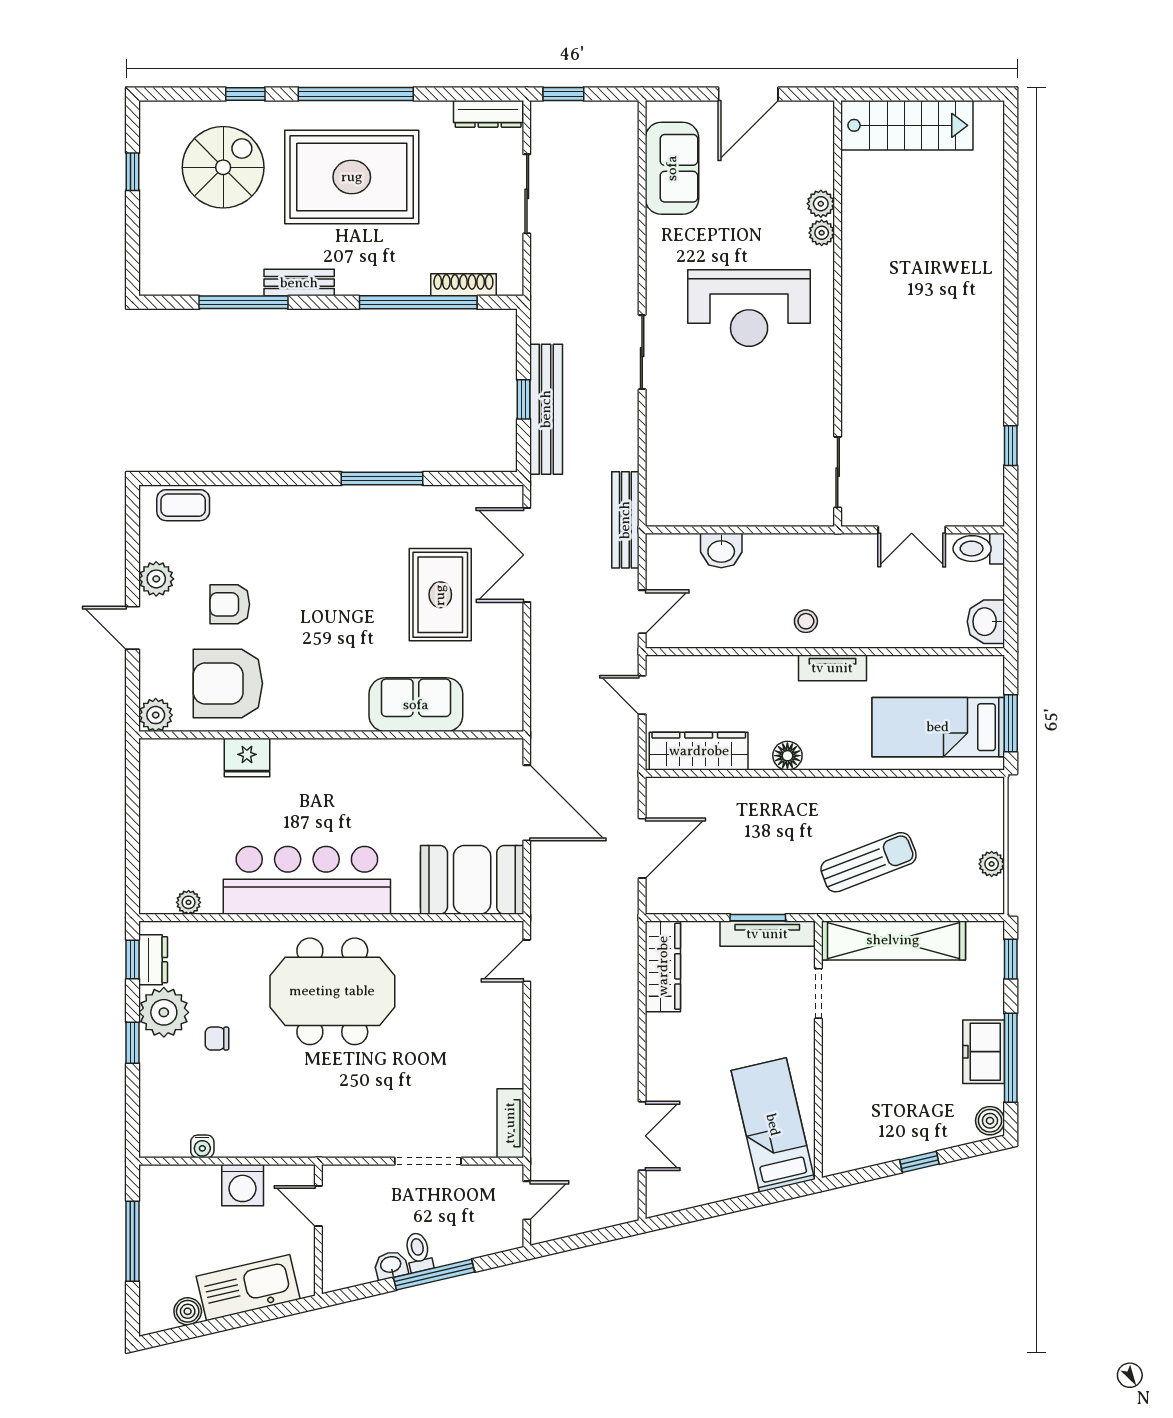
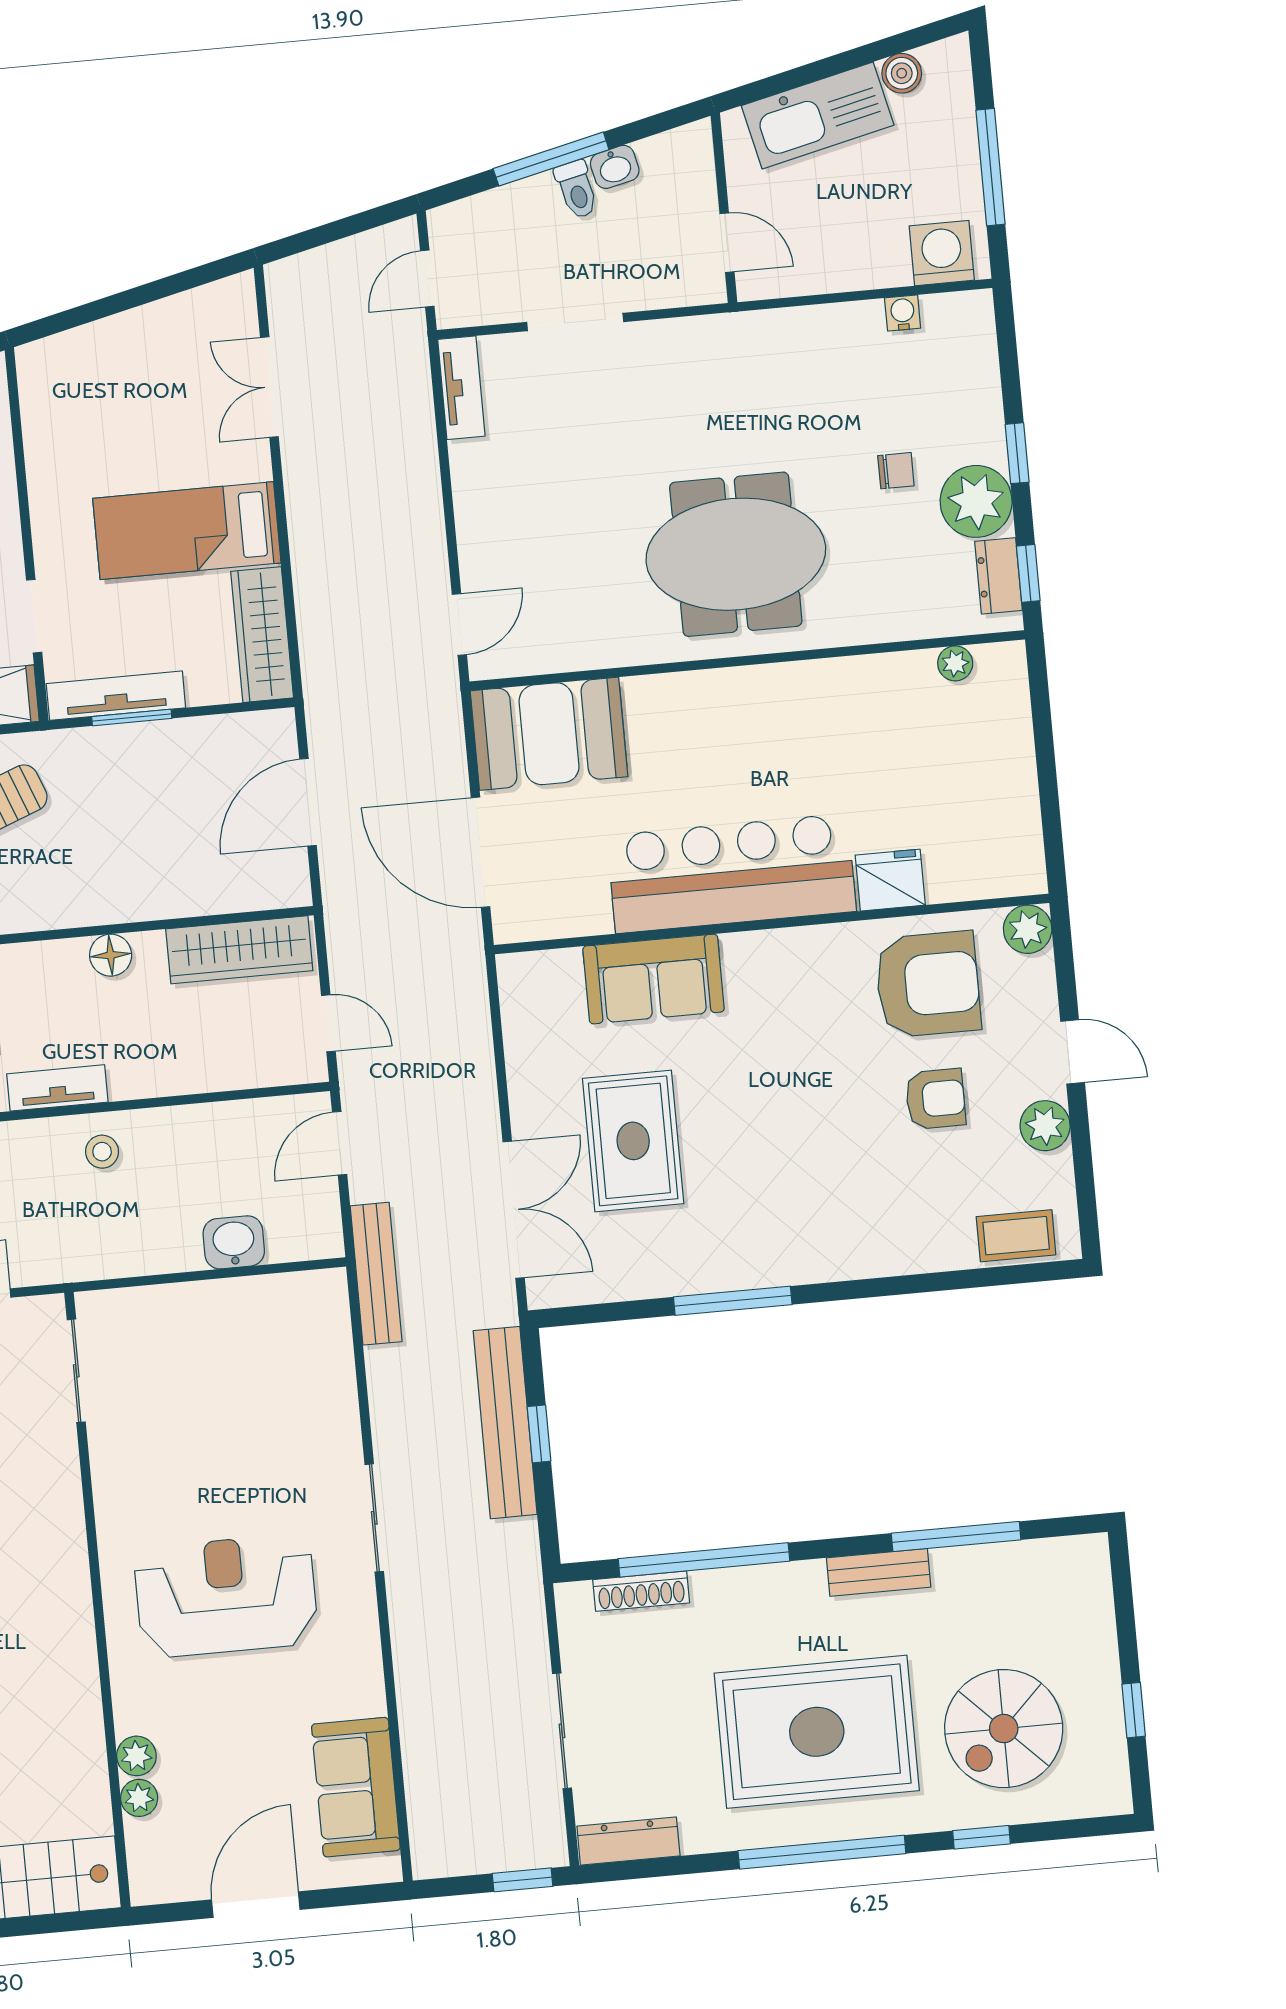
plant: (822, 233) -> (139, 1798), moved
bar counter: (307, 880) -> (731, 874), moved, turned 180
bed: (773, 1125) -> (187, 531), moved, turned 103
washing machine: (243, 1185) -> (942, 253), moved

